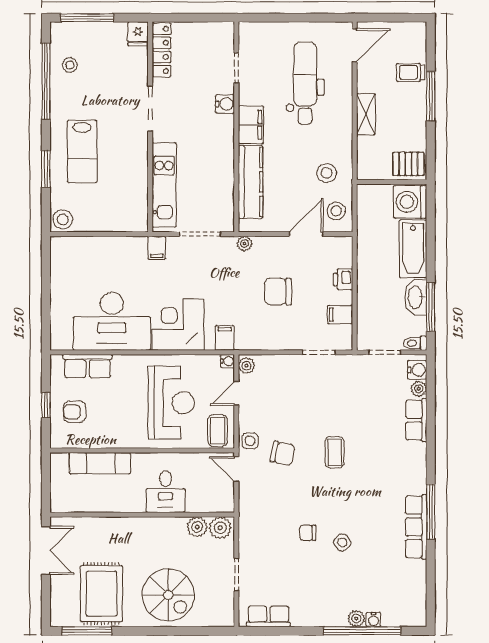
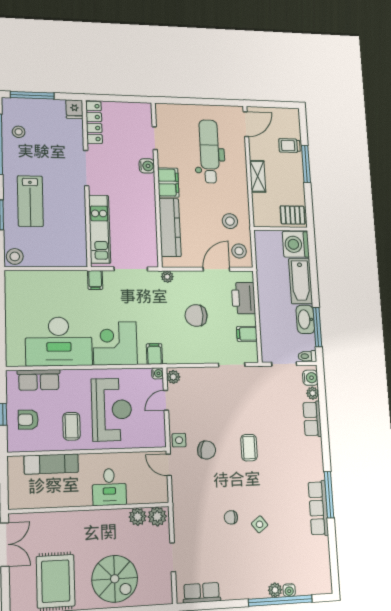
printer: (343, 279) -> (243, 298), width x1.87, depth x1.48
coffee table: (218, 431) -> (72, 426), moved

